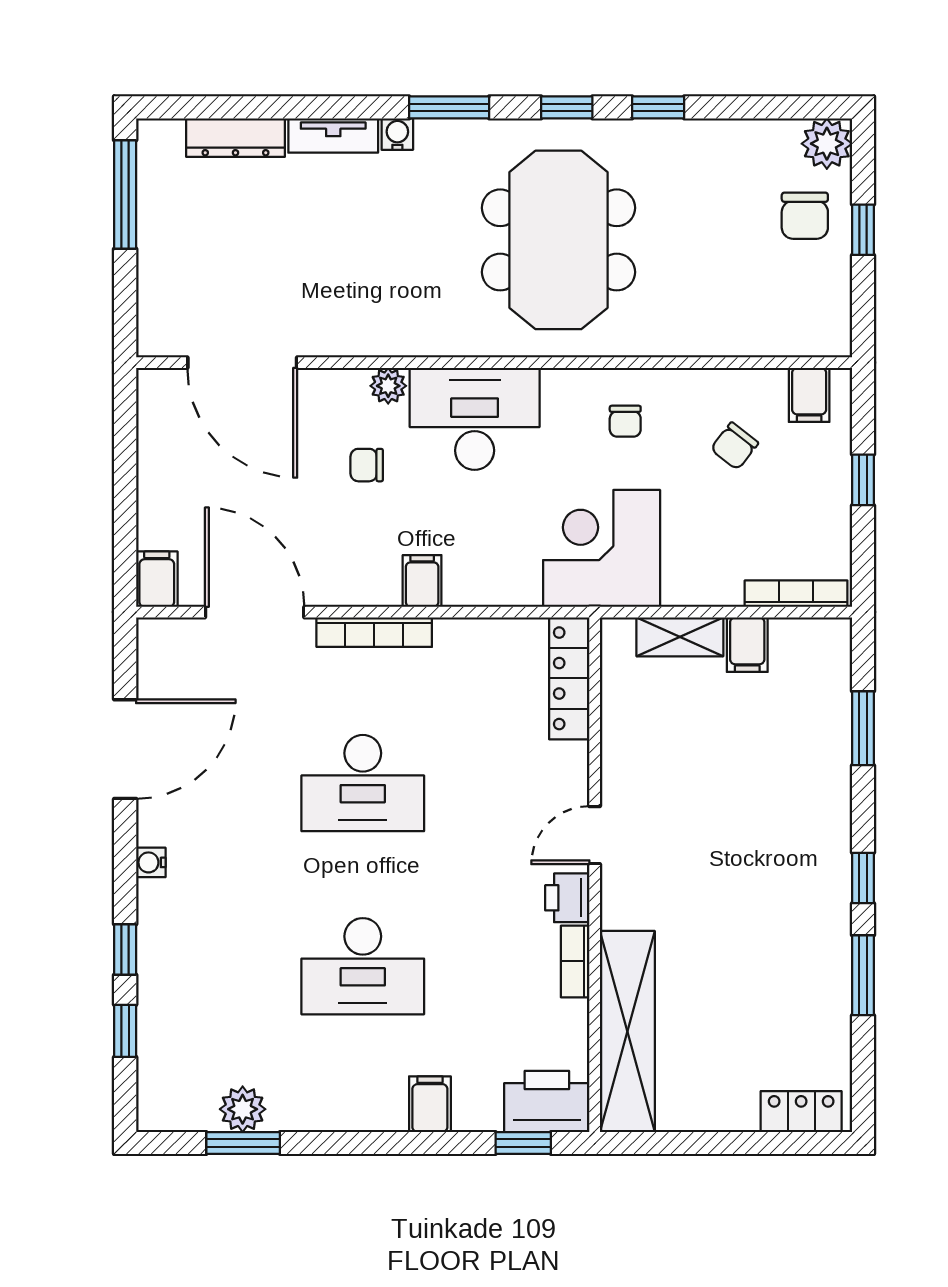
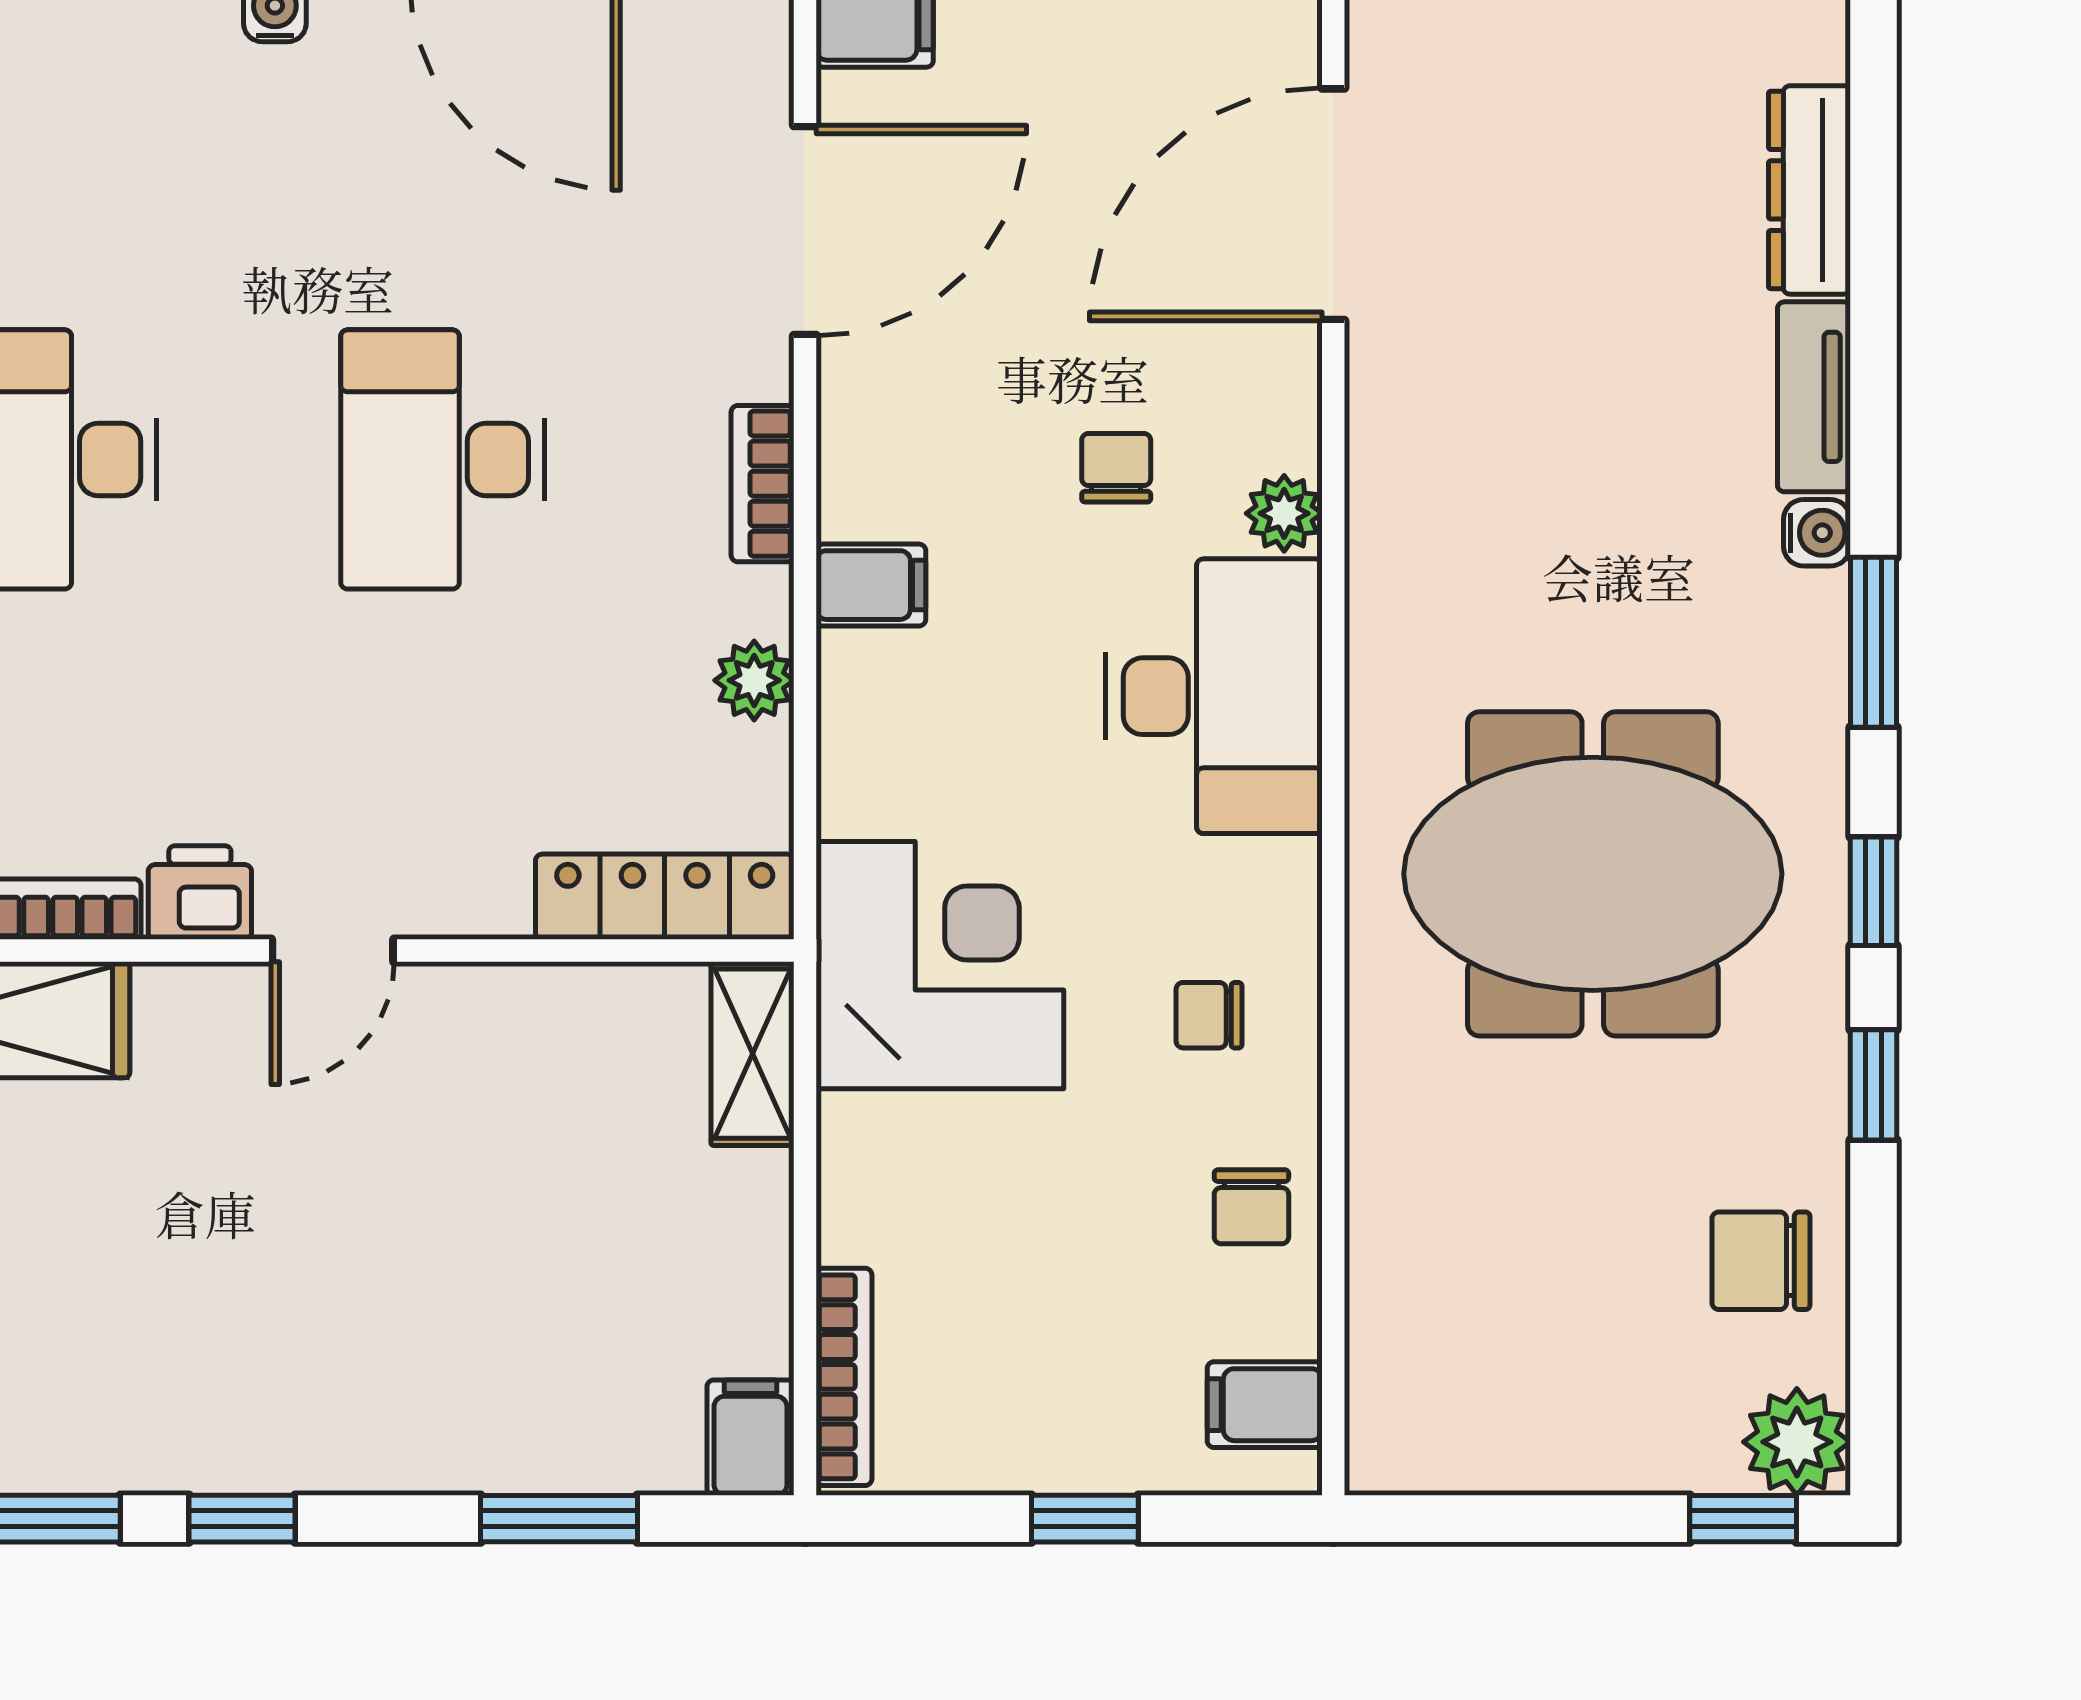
chair: (805, 216) -> (1761, 1261), moved
window: (863, 230) -> (1743, 1519), moved
chair: (734, 446) -> (1251, 1207), moved, turned -128
bookcase: (374, 632) -> (763, 484), width x0.64
plant: (467, 636) -> (754, 680), added
shelving: (680, 637) -> (752, 1054), moved
filing cabinet: (747, 645) -> (750, 1438), moved, turned 90
door: (595, 835) -> (333, 951), swing flipped

